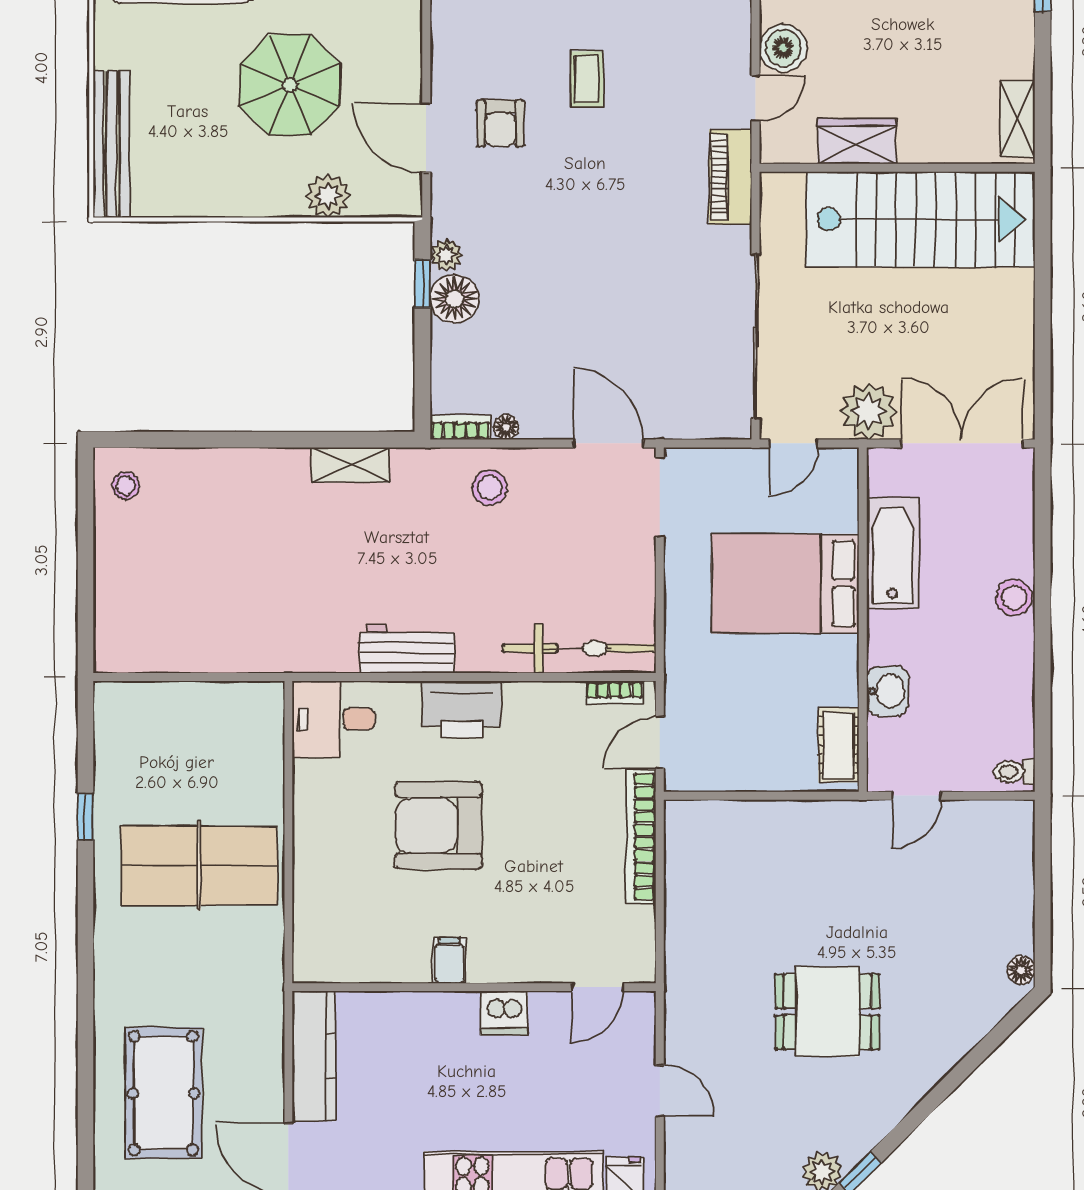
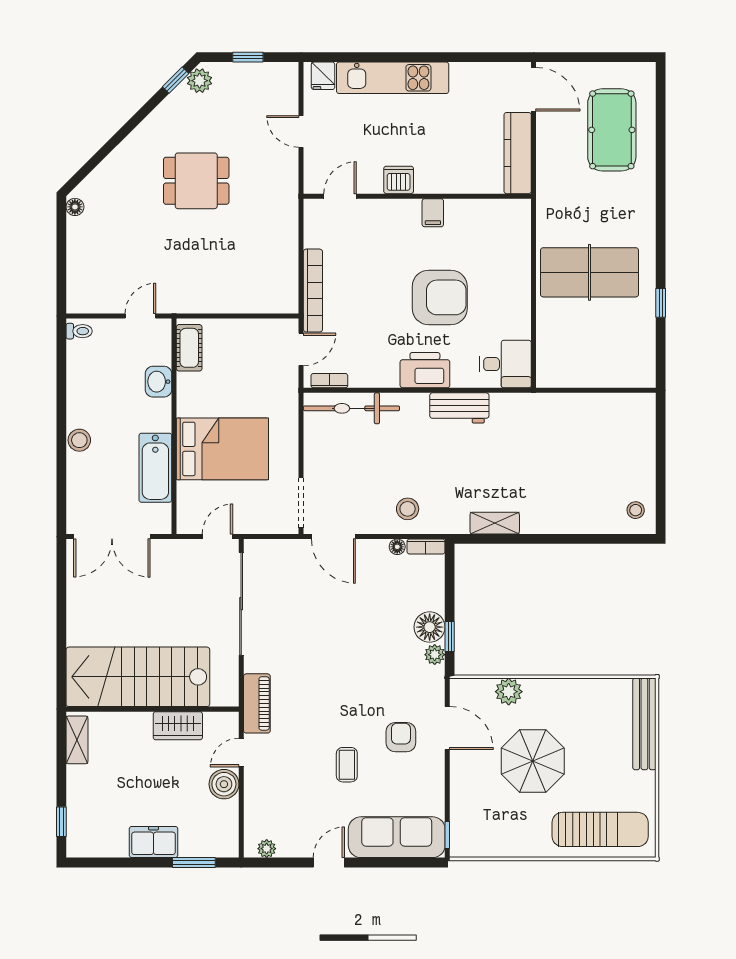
plant: (869, 411) -> (170, 557), removed

